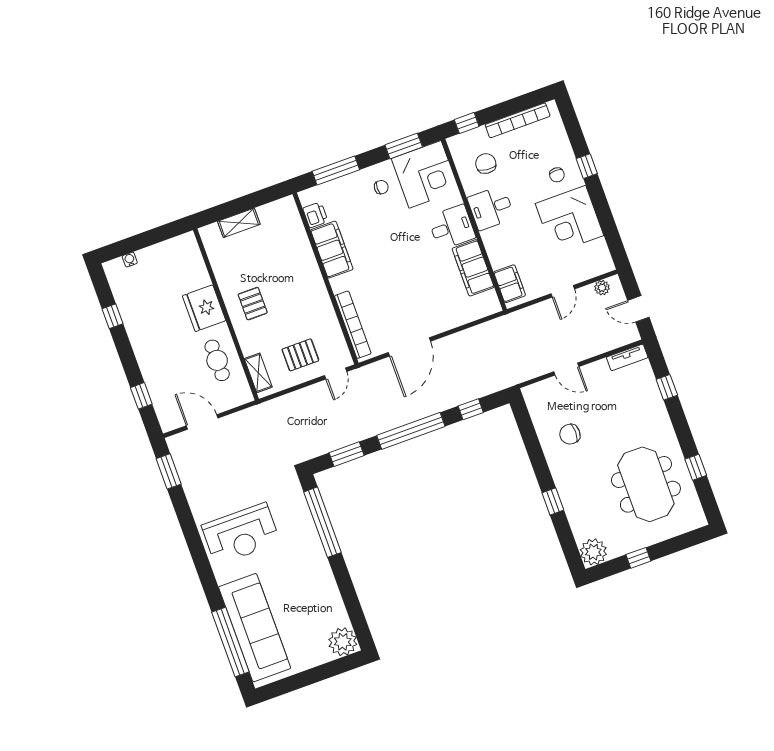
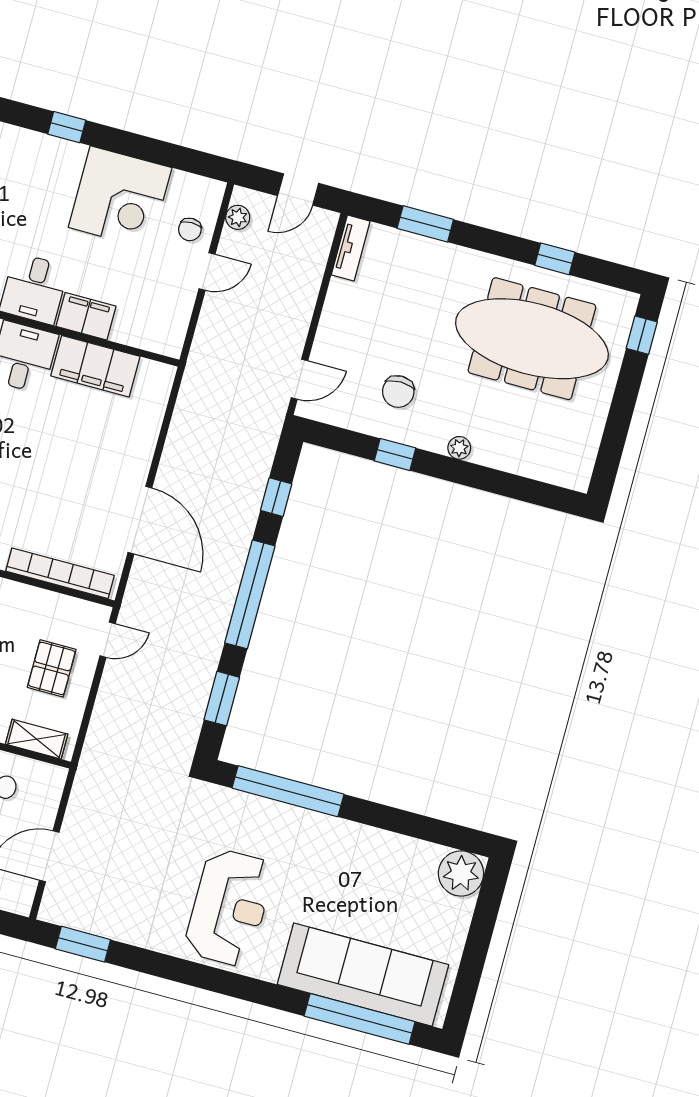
chair: (557, 175) -> (190, 229), moved, turned 90
filing cabinet: (510, 284) -> (86, 316), moved
door: (563, 291) -> (207, 272), hinge flipped
door: (566, 369) -> (299, 379), moved
door: (336, 374) -> (108, 640), hinge flipped
window: (667, 387) -> (425, 224), width x1.50
meeting table: (646, 484) -> (532, 339), width x1.36
window: (553, 501) -> (395, 454), moved
plant: (593, 552) -> (459, 448), moved, width x0.53, depth x0.53
window: (638, 558) -> (642, 335), moved

